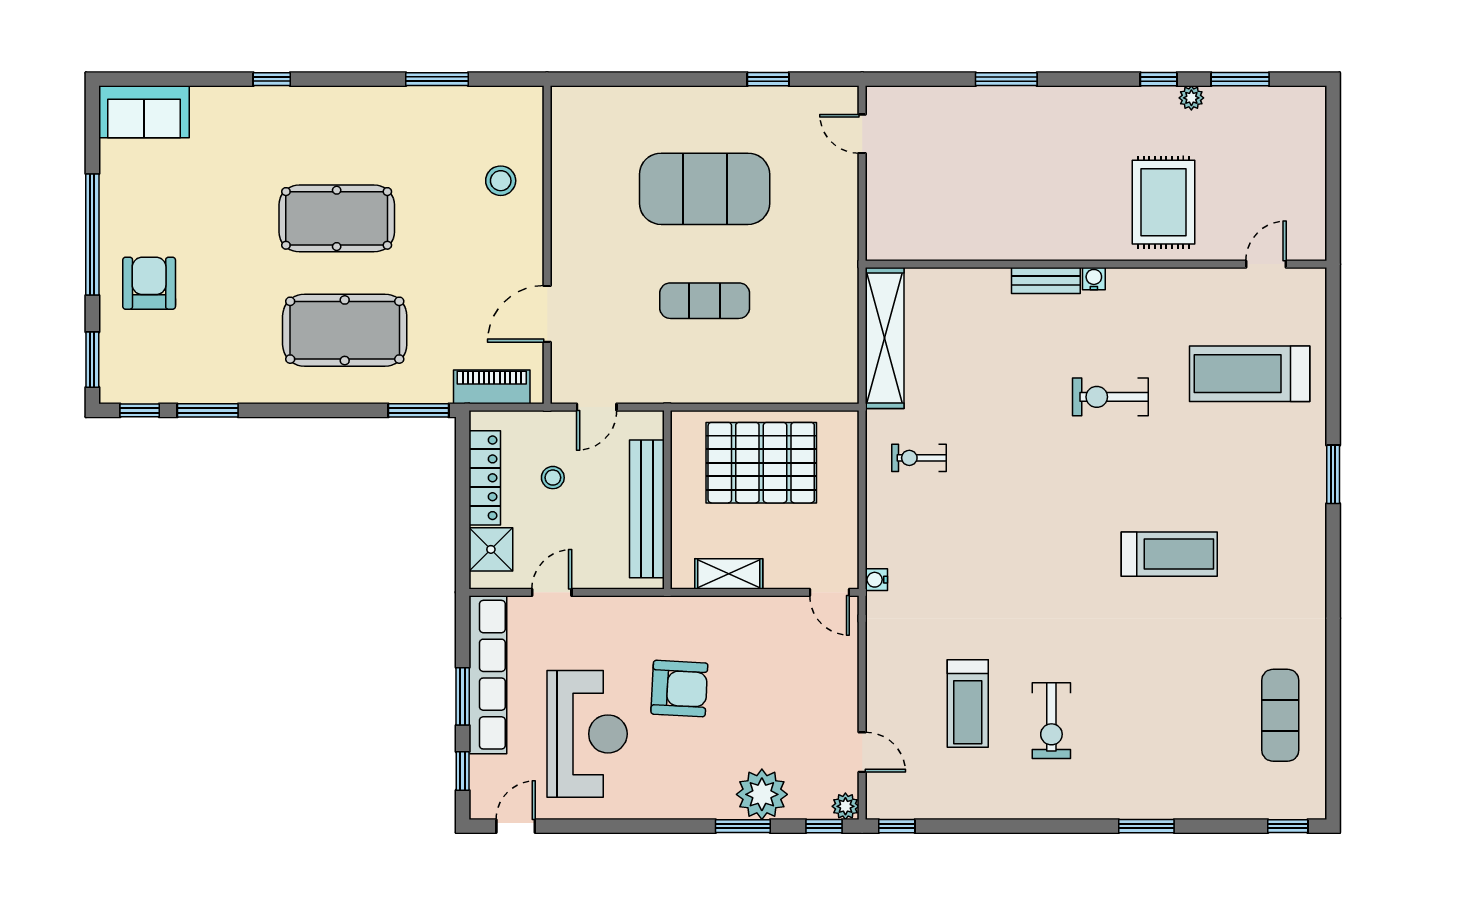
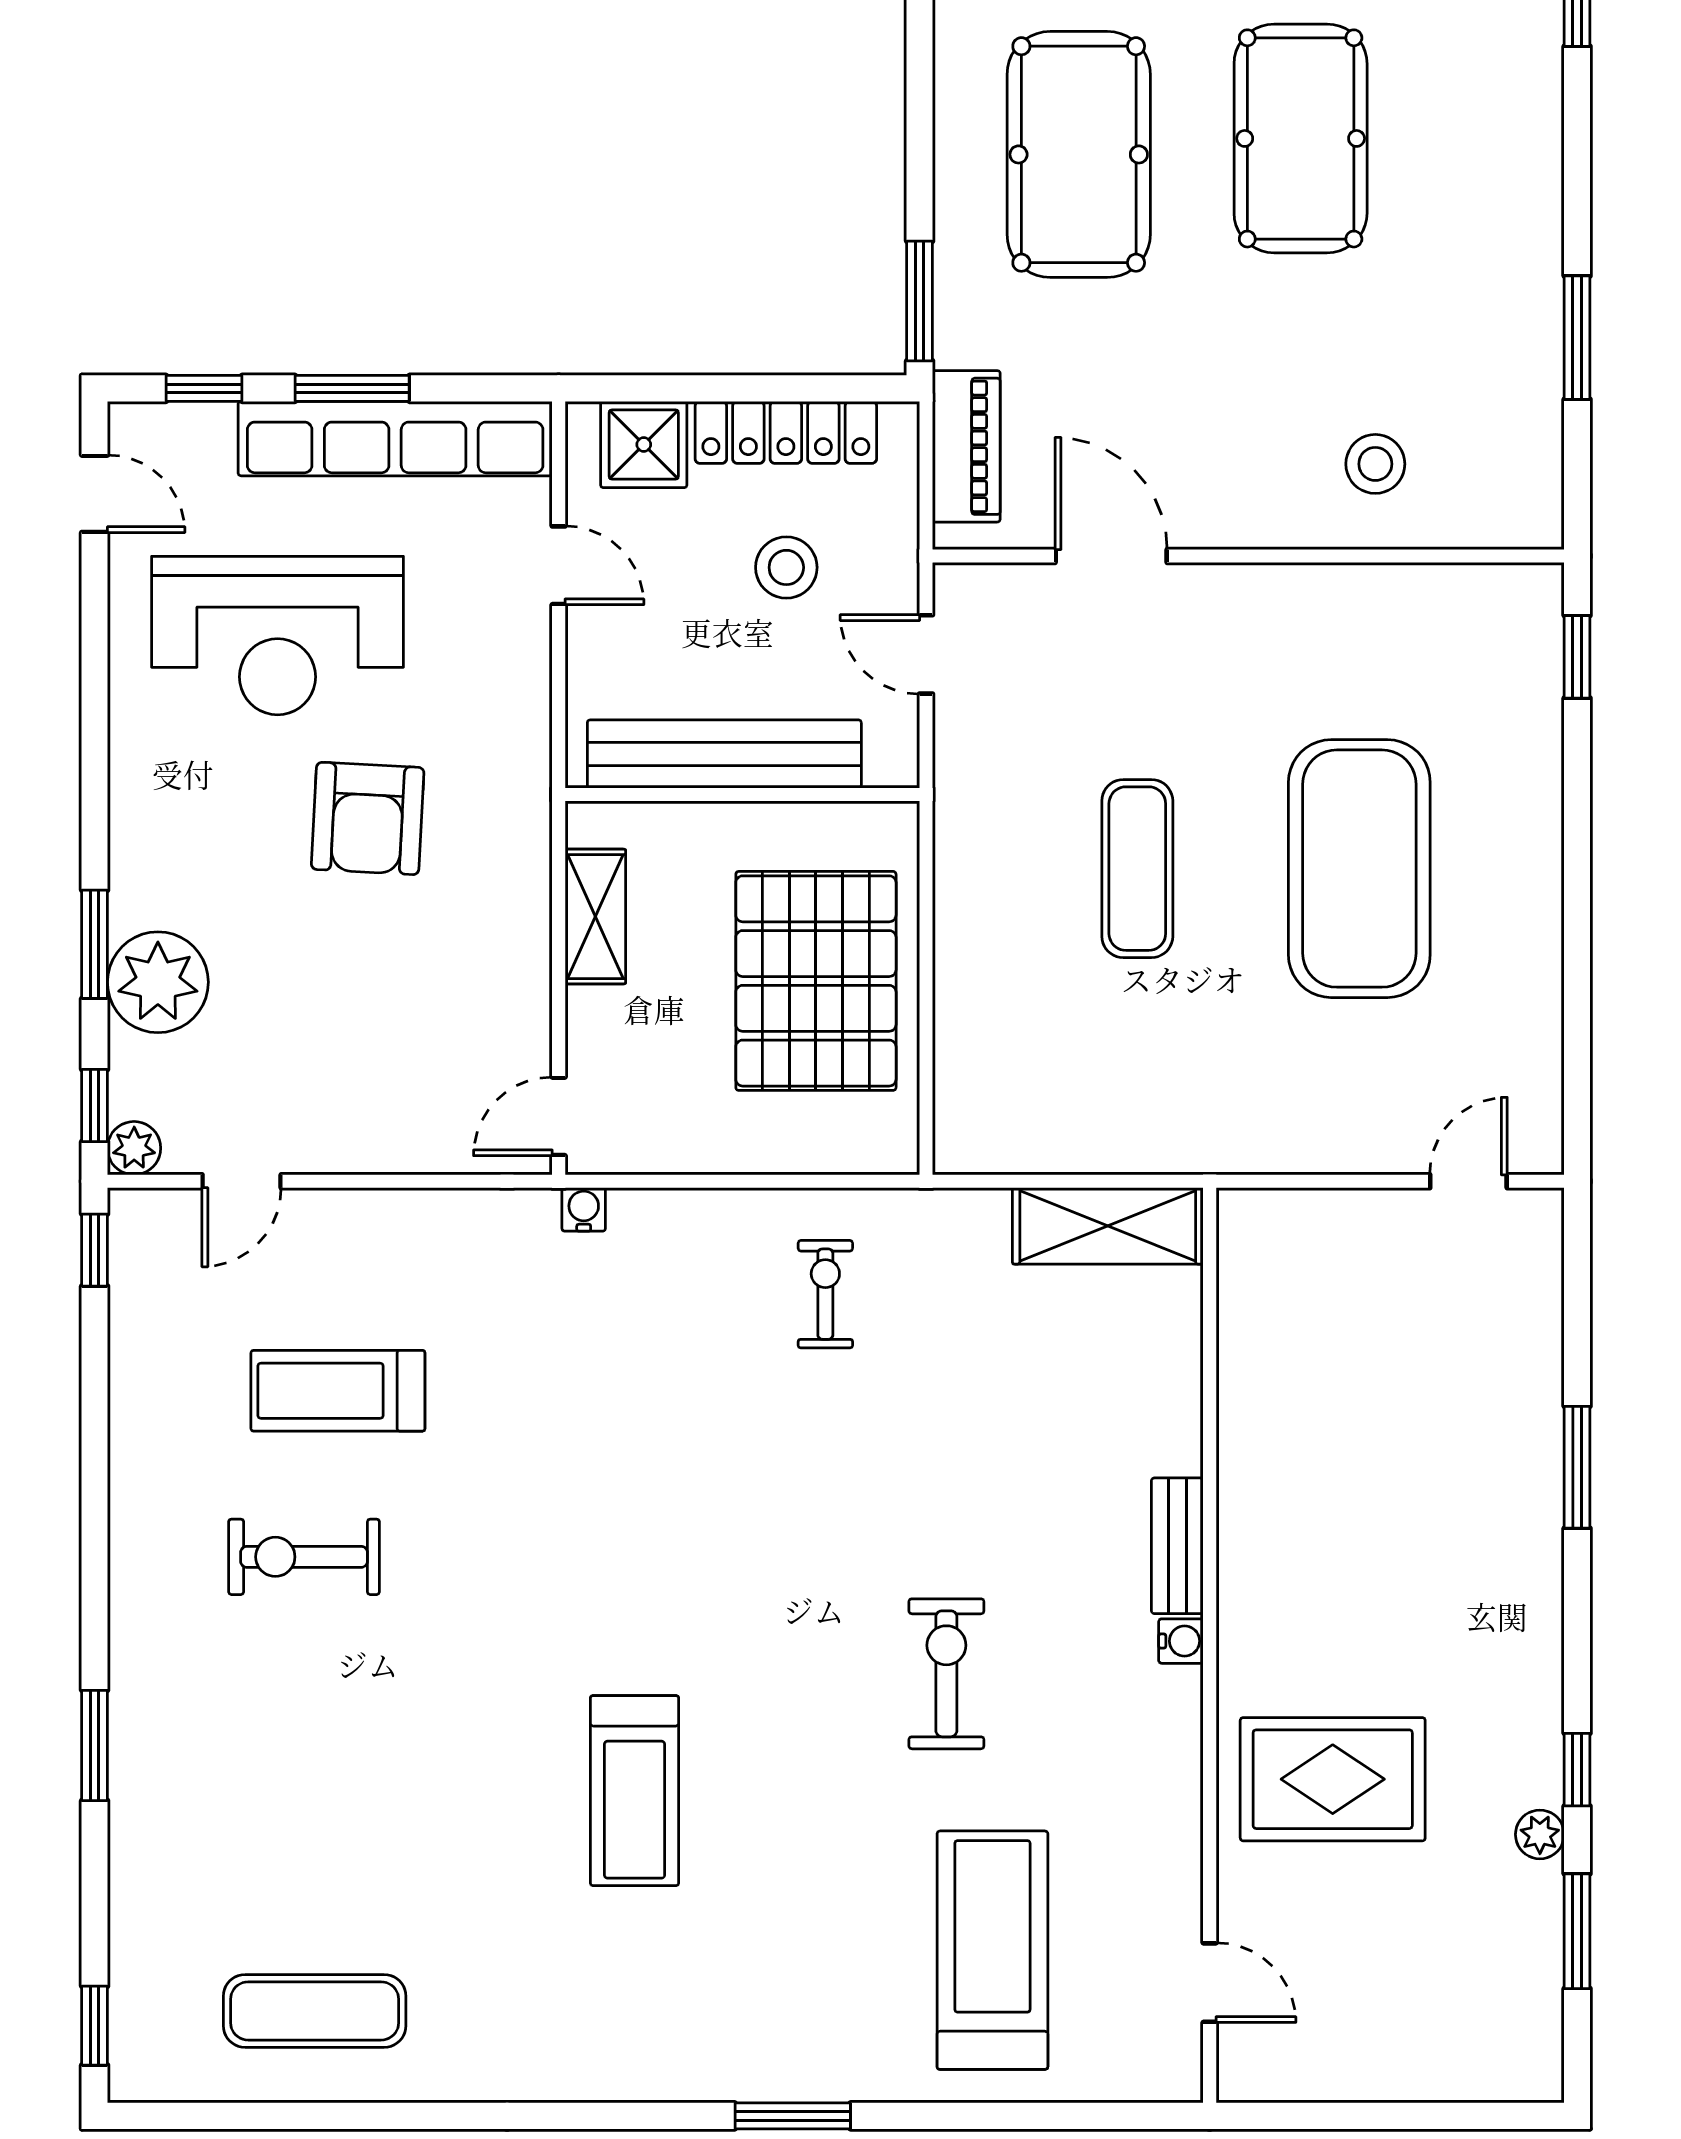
window: (768, 79) -> (1577, 657), moved
shelving: (885, 338) -> (1108, 1226), width x0.68
stool: (553, 478) -> (786, 567), width x1.37, depth x1.37

